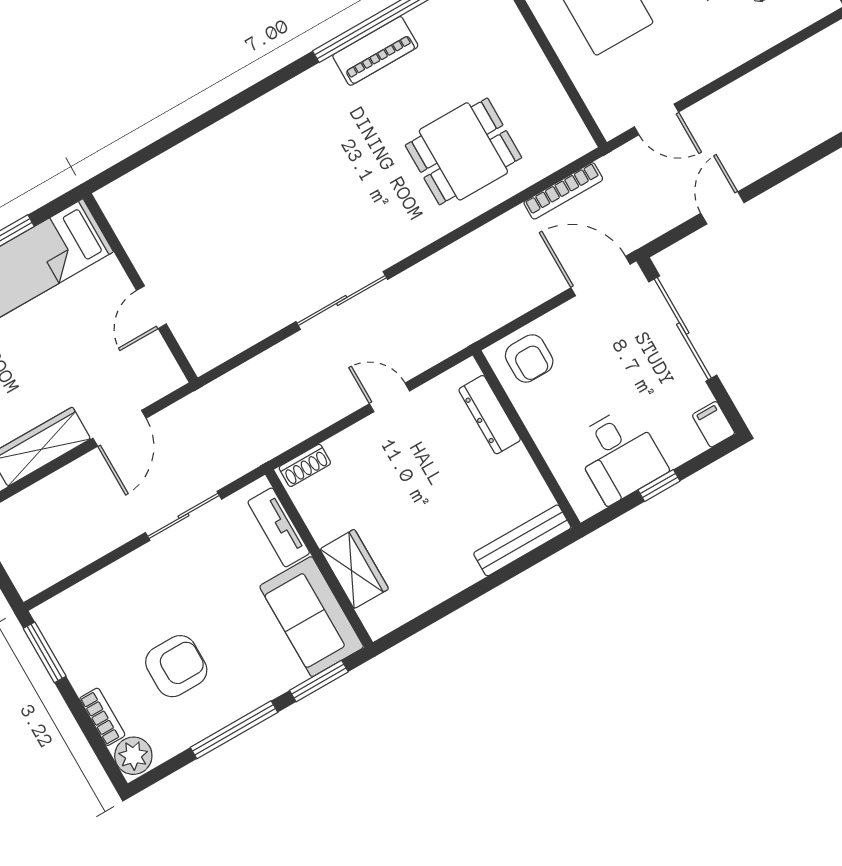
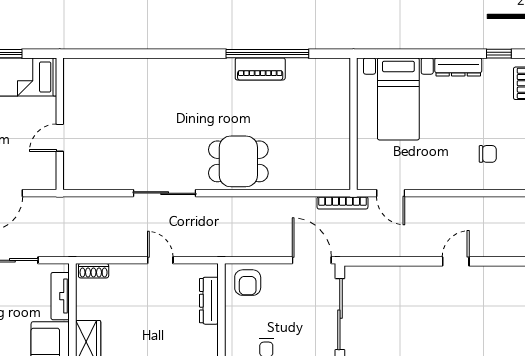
dining table: (463, 151) -> (238, 161), moved
bookcase: (563, 191) -> (342, 203), moved
door: (722, 208) -> (456, 261), moved

